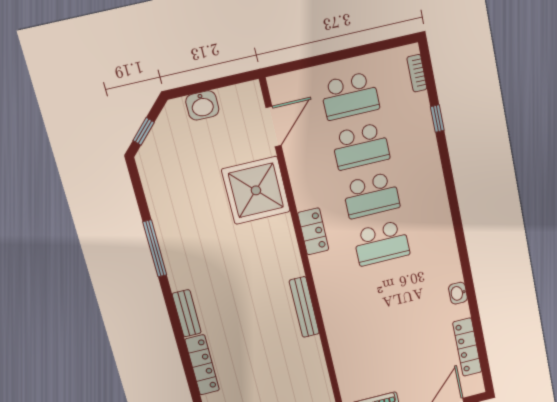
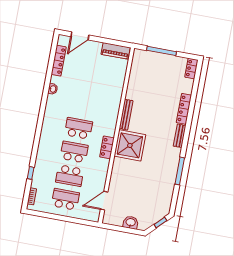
school desk: (361, 146) -> (70, 176), turned 180
shower: (256, 190) -> (130, 145), moved

